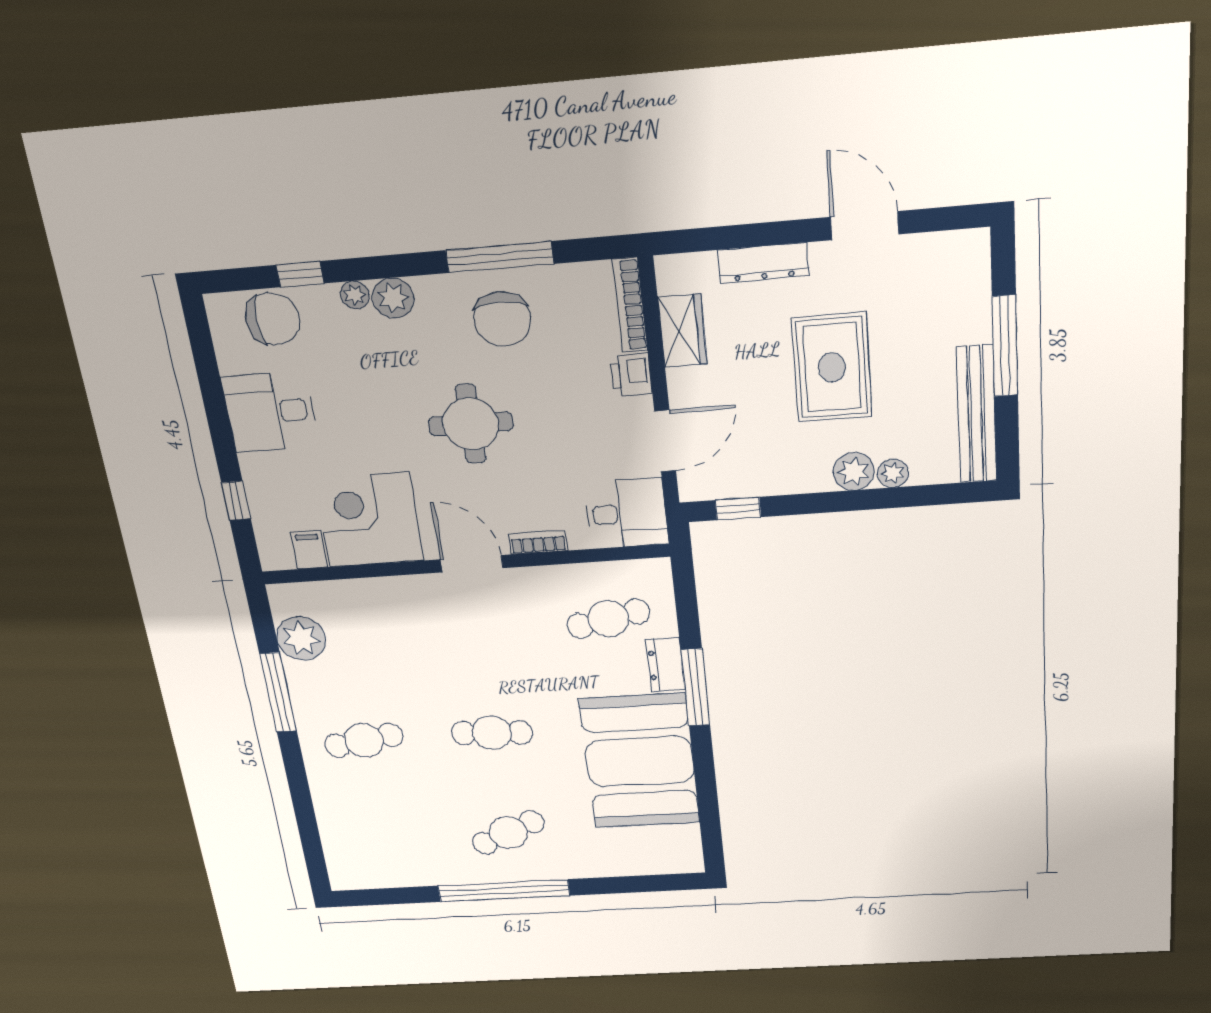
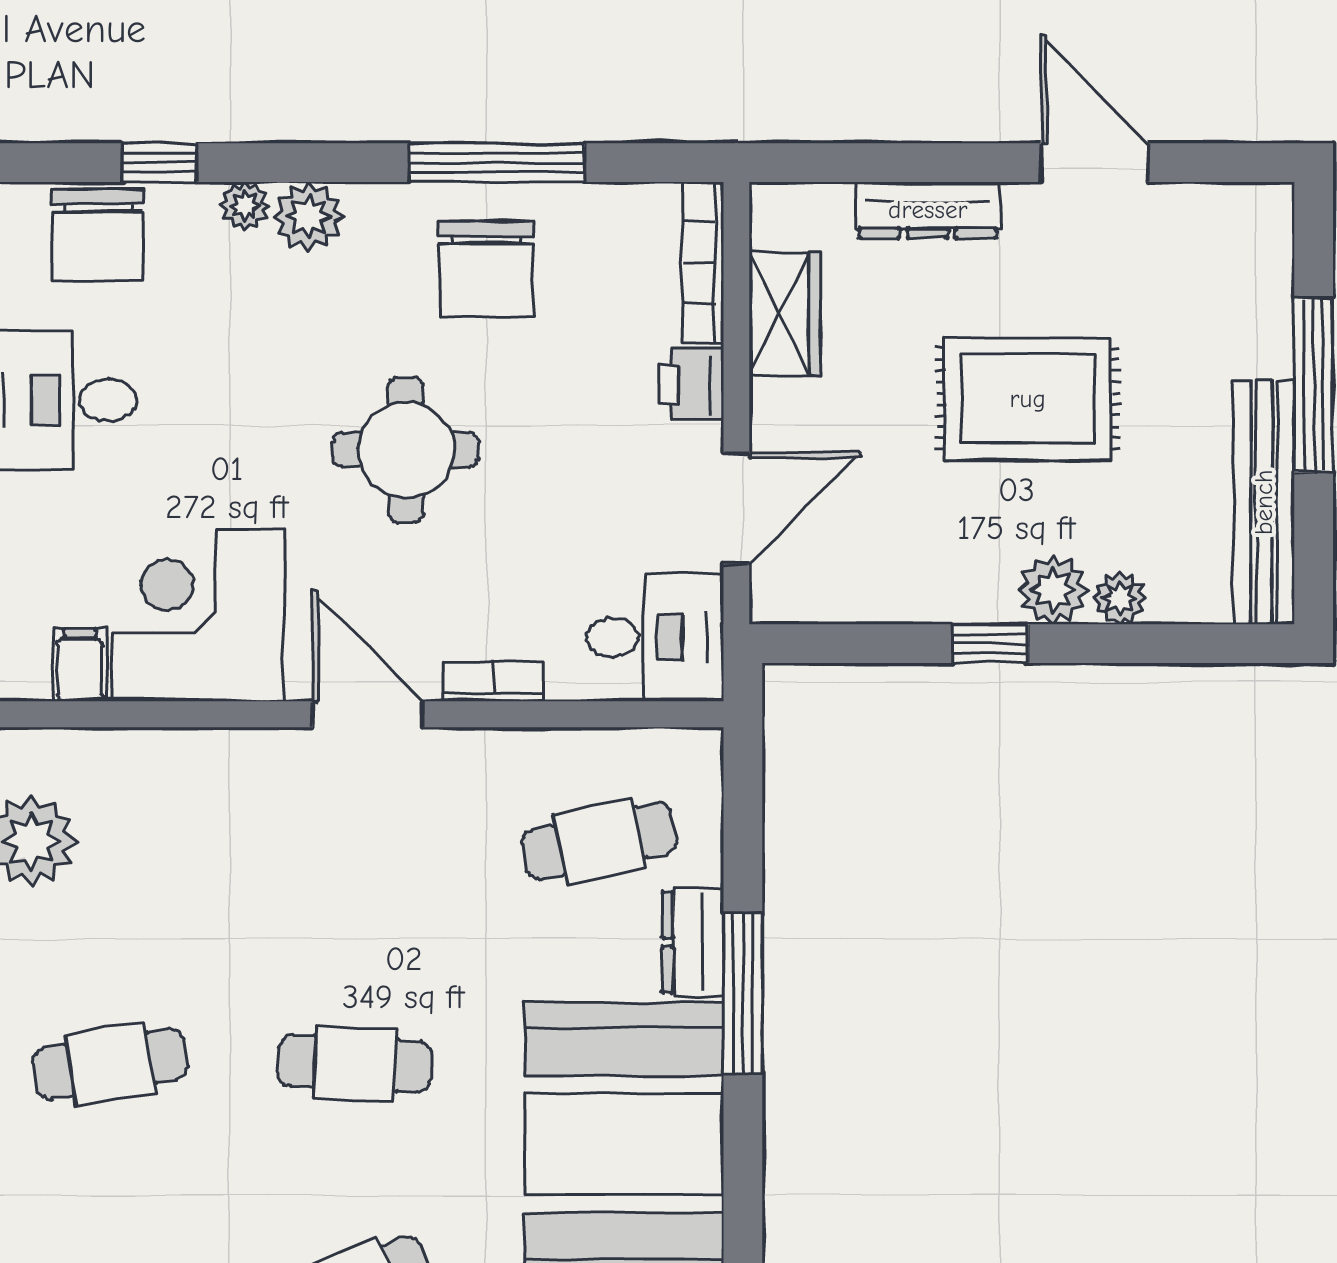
chair: (273, 319) -> (98, 235), turned 90
rug: (832, 367) -> (1028, 399), turned 90
window: (738, 509) -> (990, 644), moved

